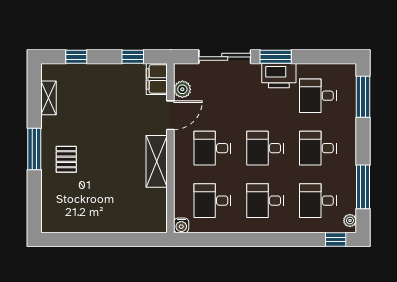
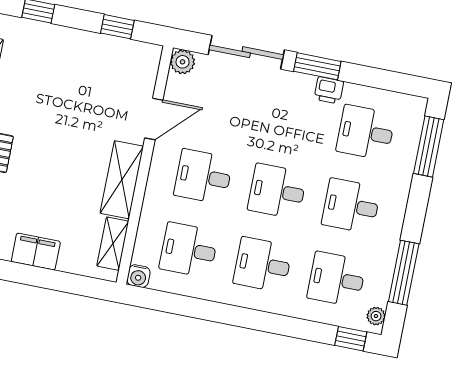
printer: (279, 76) -> (329, 90), width x0.53, depth x0.68
filing cabinet: (157, 79) -> (36, 252), moved, turned 90
plant: (182, 89) -> (183, 62), moved
shelving: (159, 206) -> (113, 244), added

